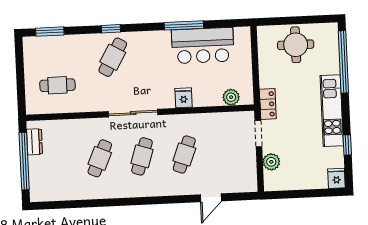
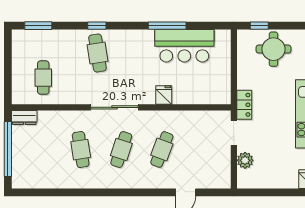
window: (280, 21) -> (259, 26), added
cafe table: (113, 57) -> (98, 53), turned -39
cafe table: (57, 85) -> (43, 78), turned 90
plant: (231, 97) -> (209, 97), removed
dresser: (35, 142) -> (24, 118), moved, turned 90
cafe table: (100, 158) -> (81, 150), turned -33

